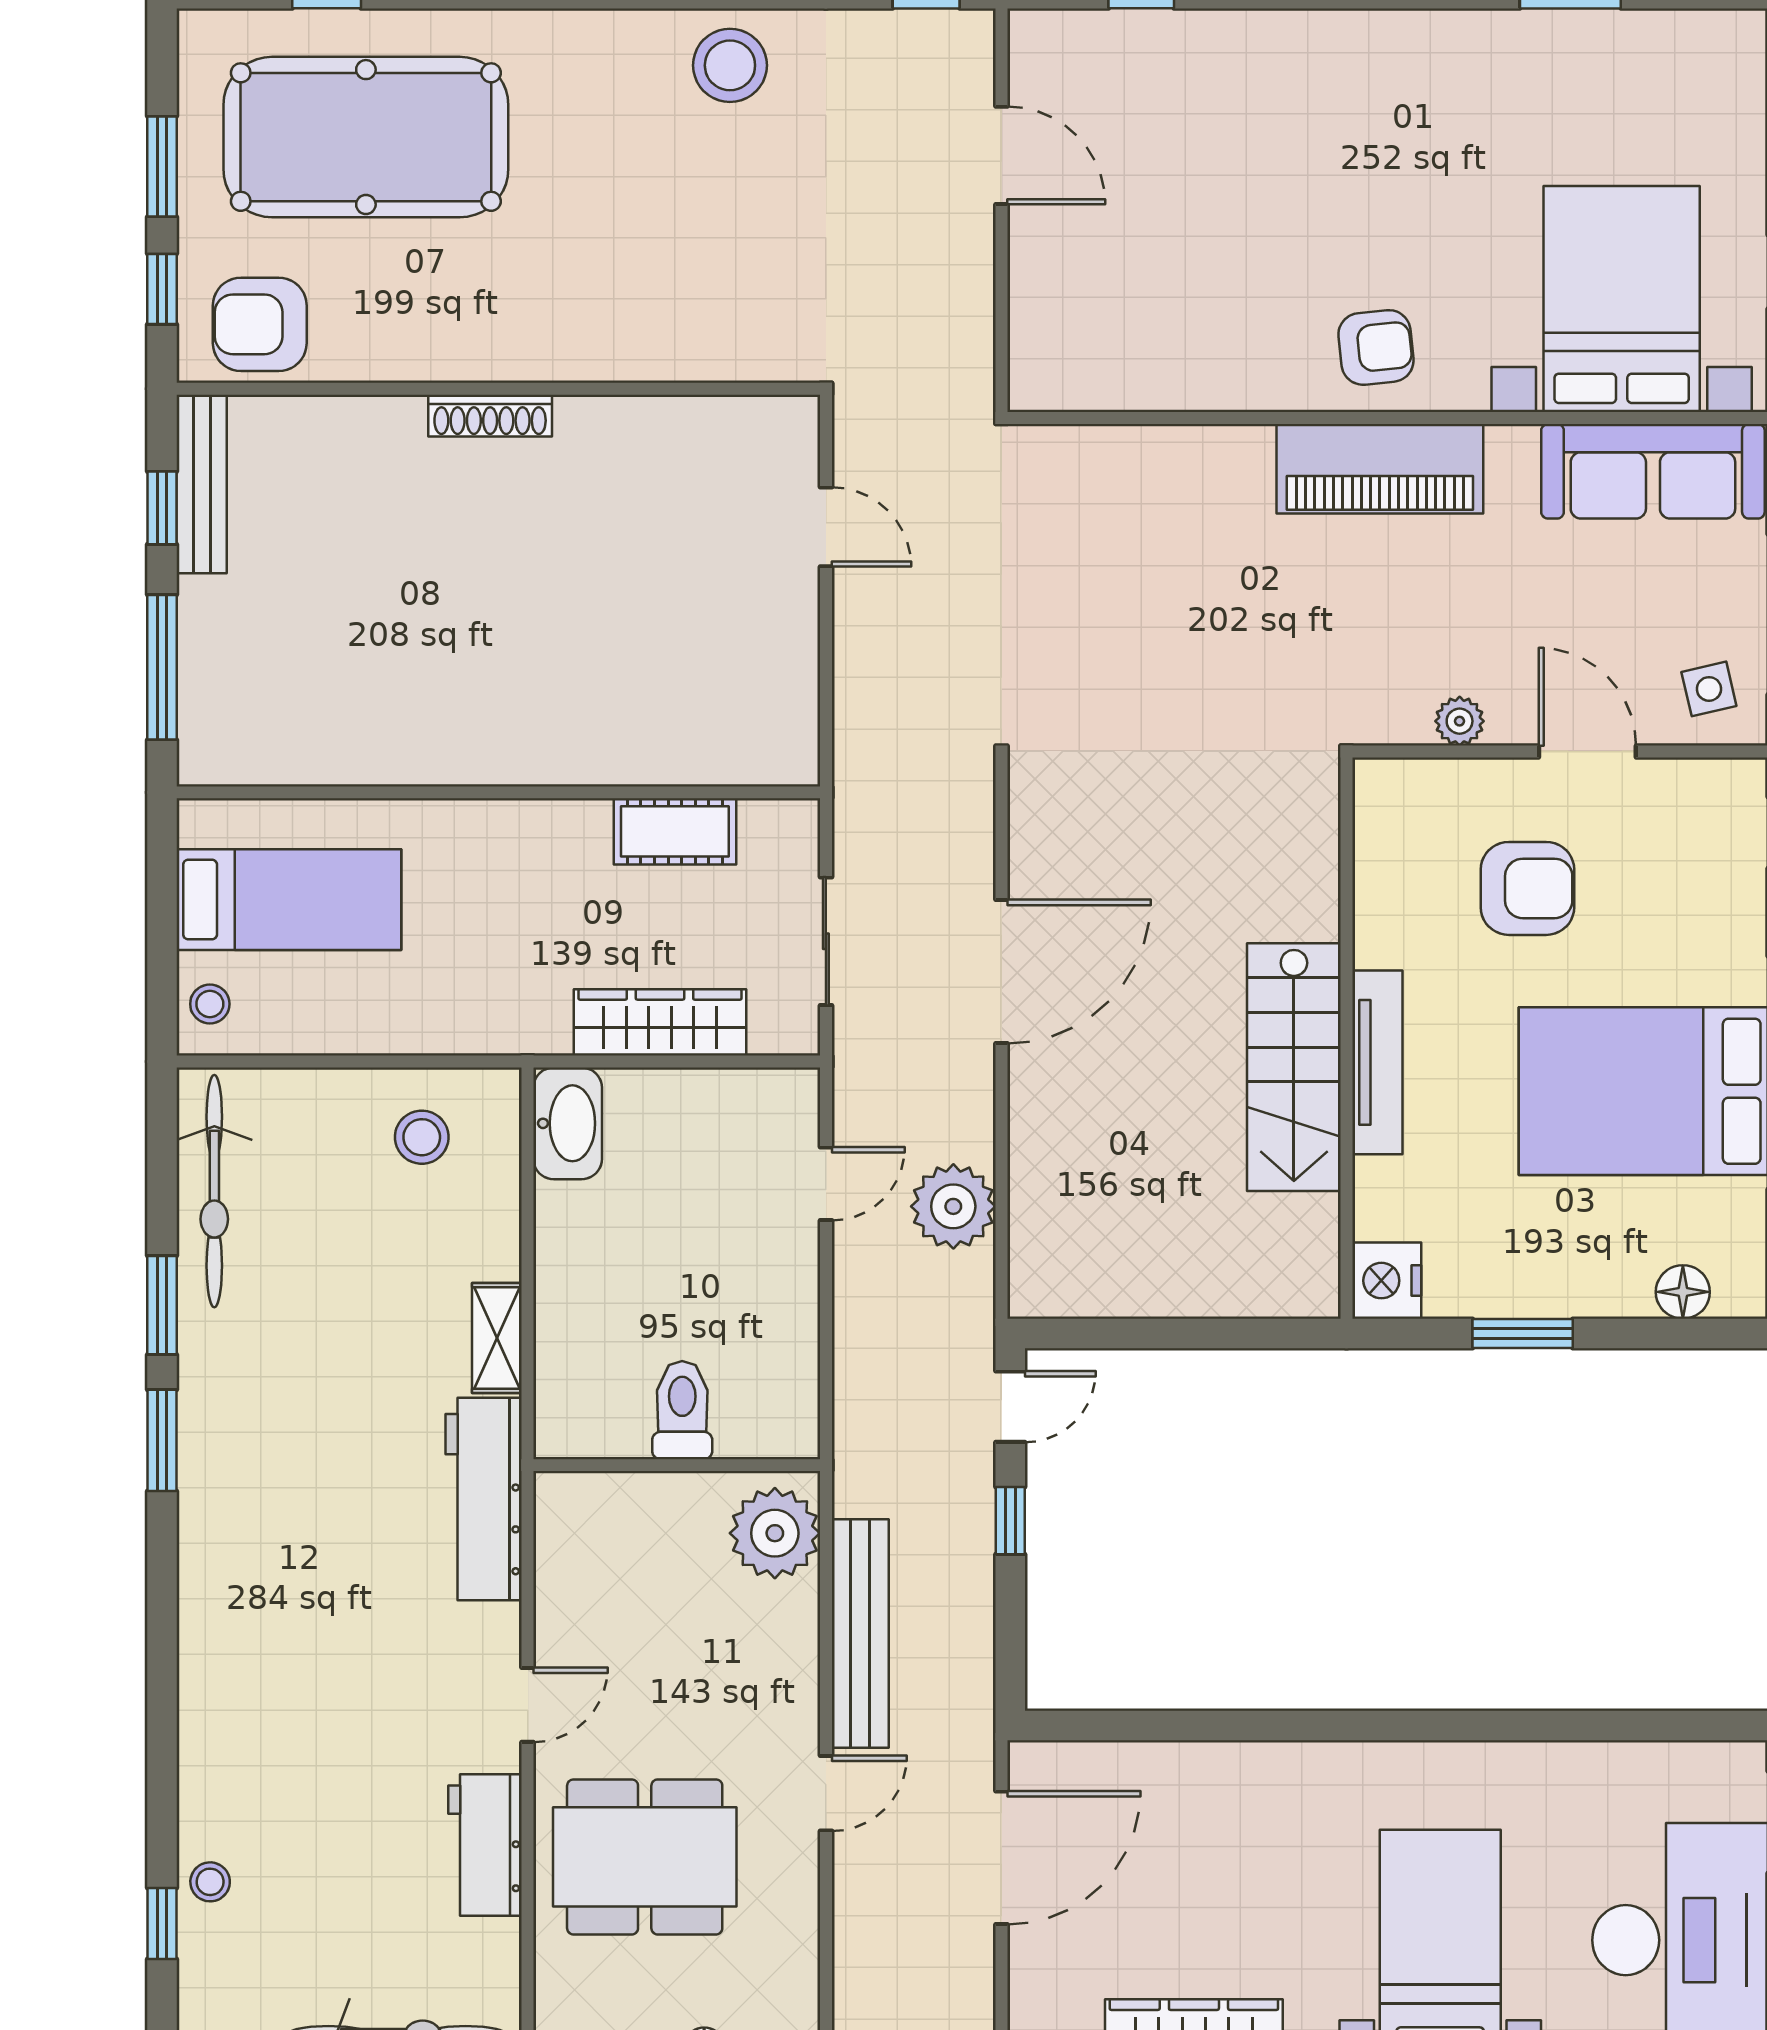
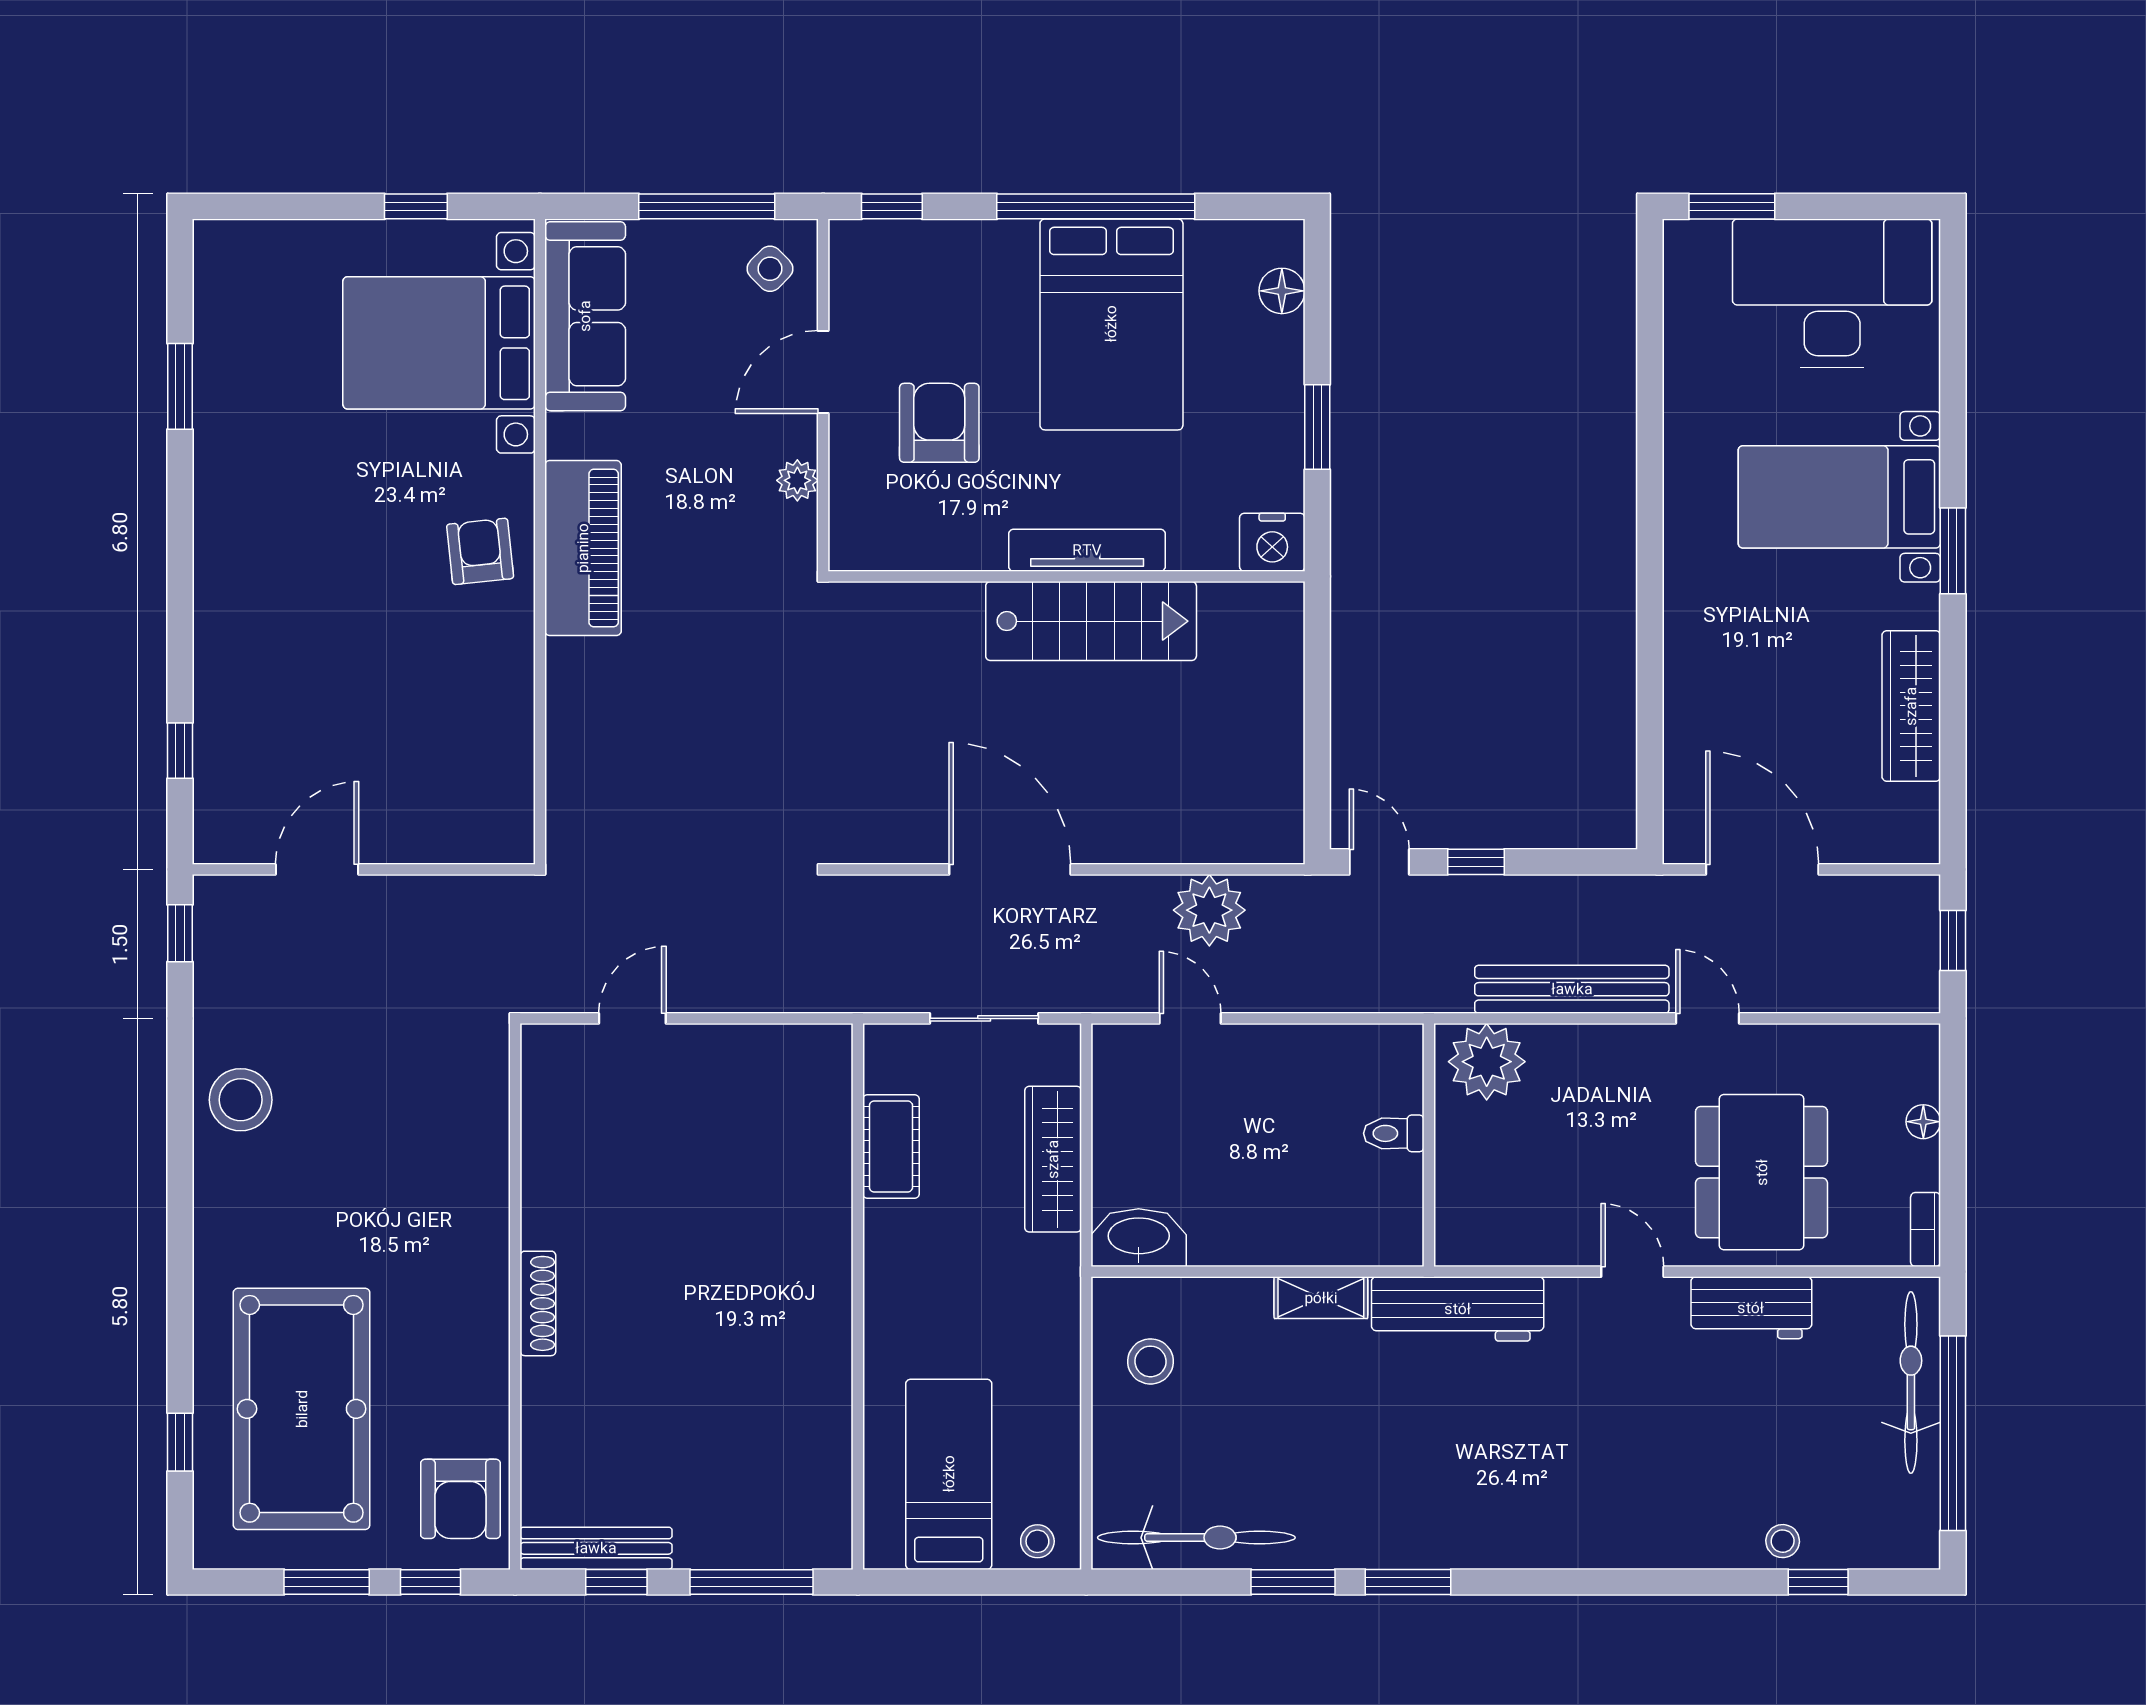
side table: (1709, 689) -> (770, 269), turned -32
toilet: (682, 1410) -> (1394, 1133), width x0.73, depth x0.72

